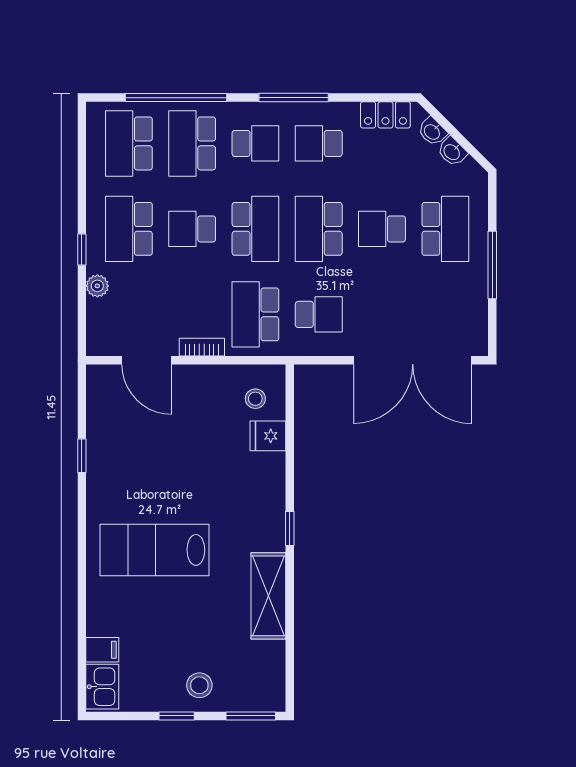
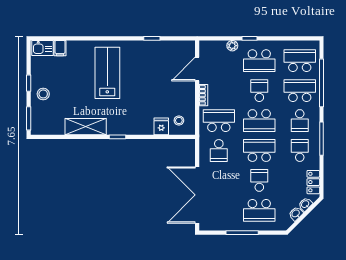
school desk: (129, 229) -> (259, 61), turned 180

